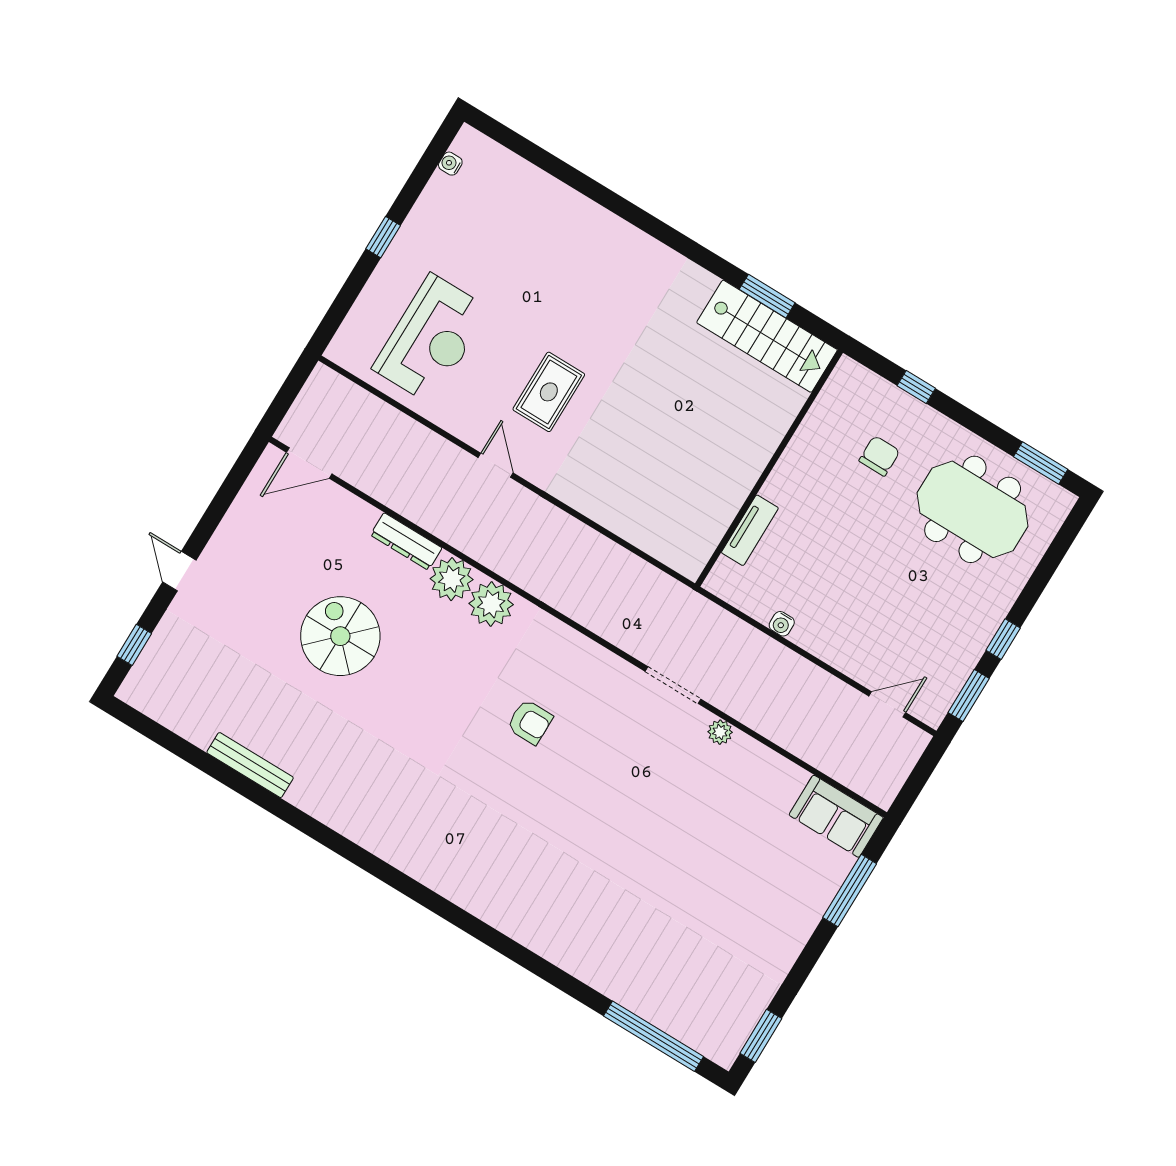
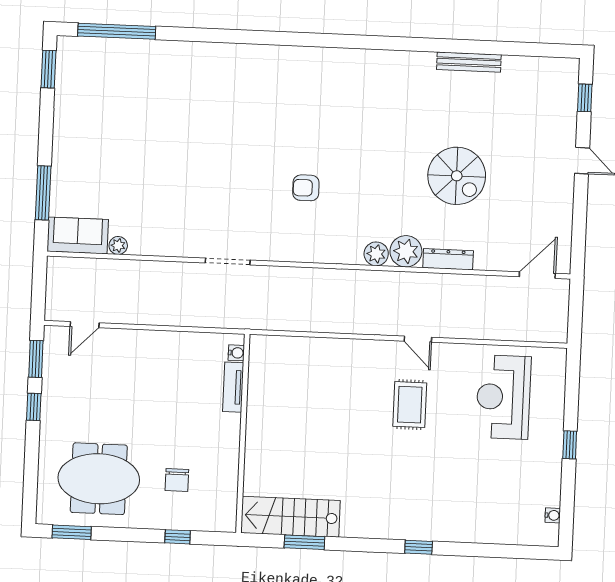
window: (633, 214) -> (419, 547), added
plant: (491, 604) -> (376, 254), width x0.73, depth x0.73
water cooler: (782, 624) -> (236, 353), moved, turned 90
plant: (720, 732) -> (118, 245), moved

